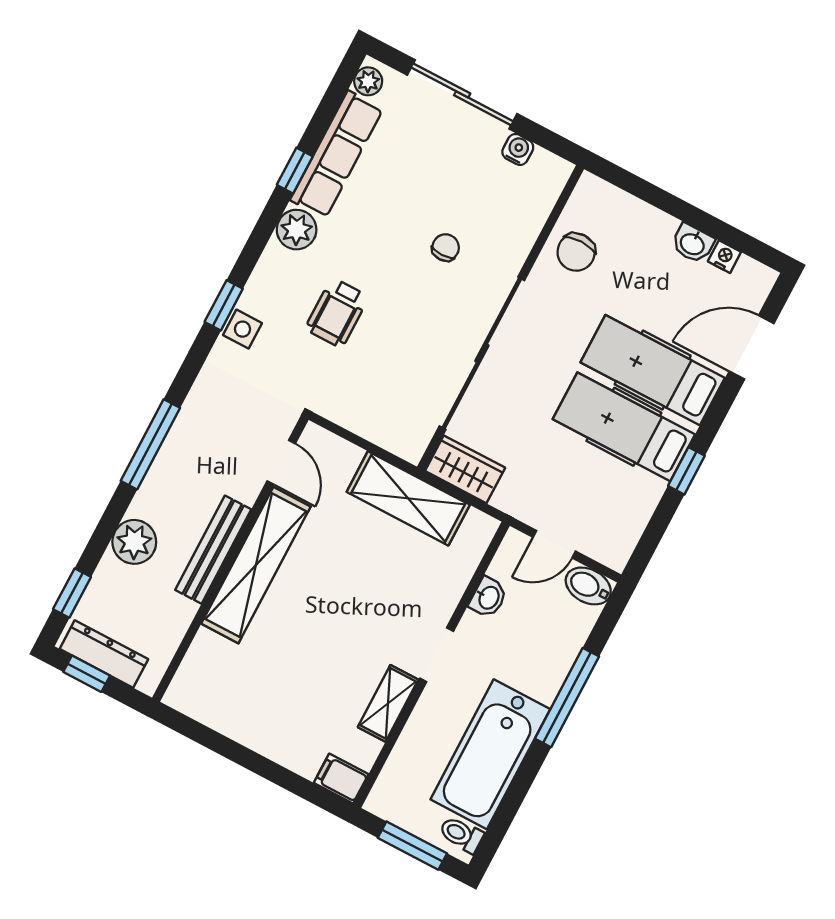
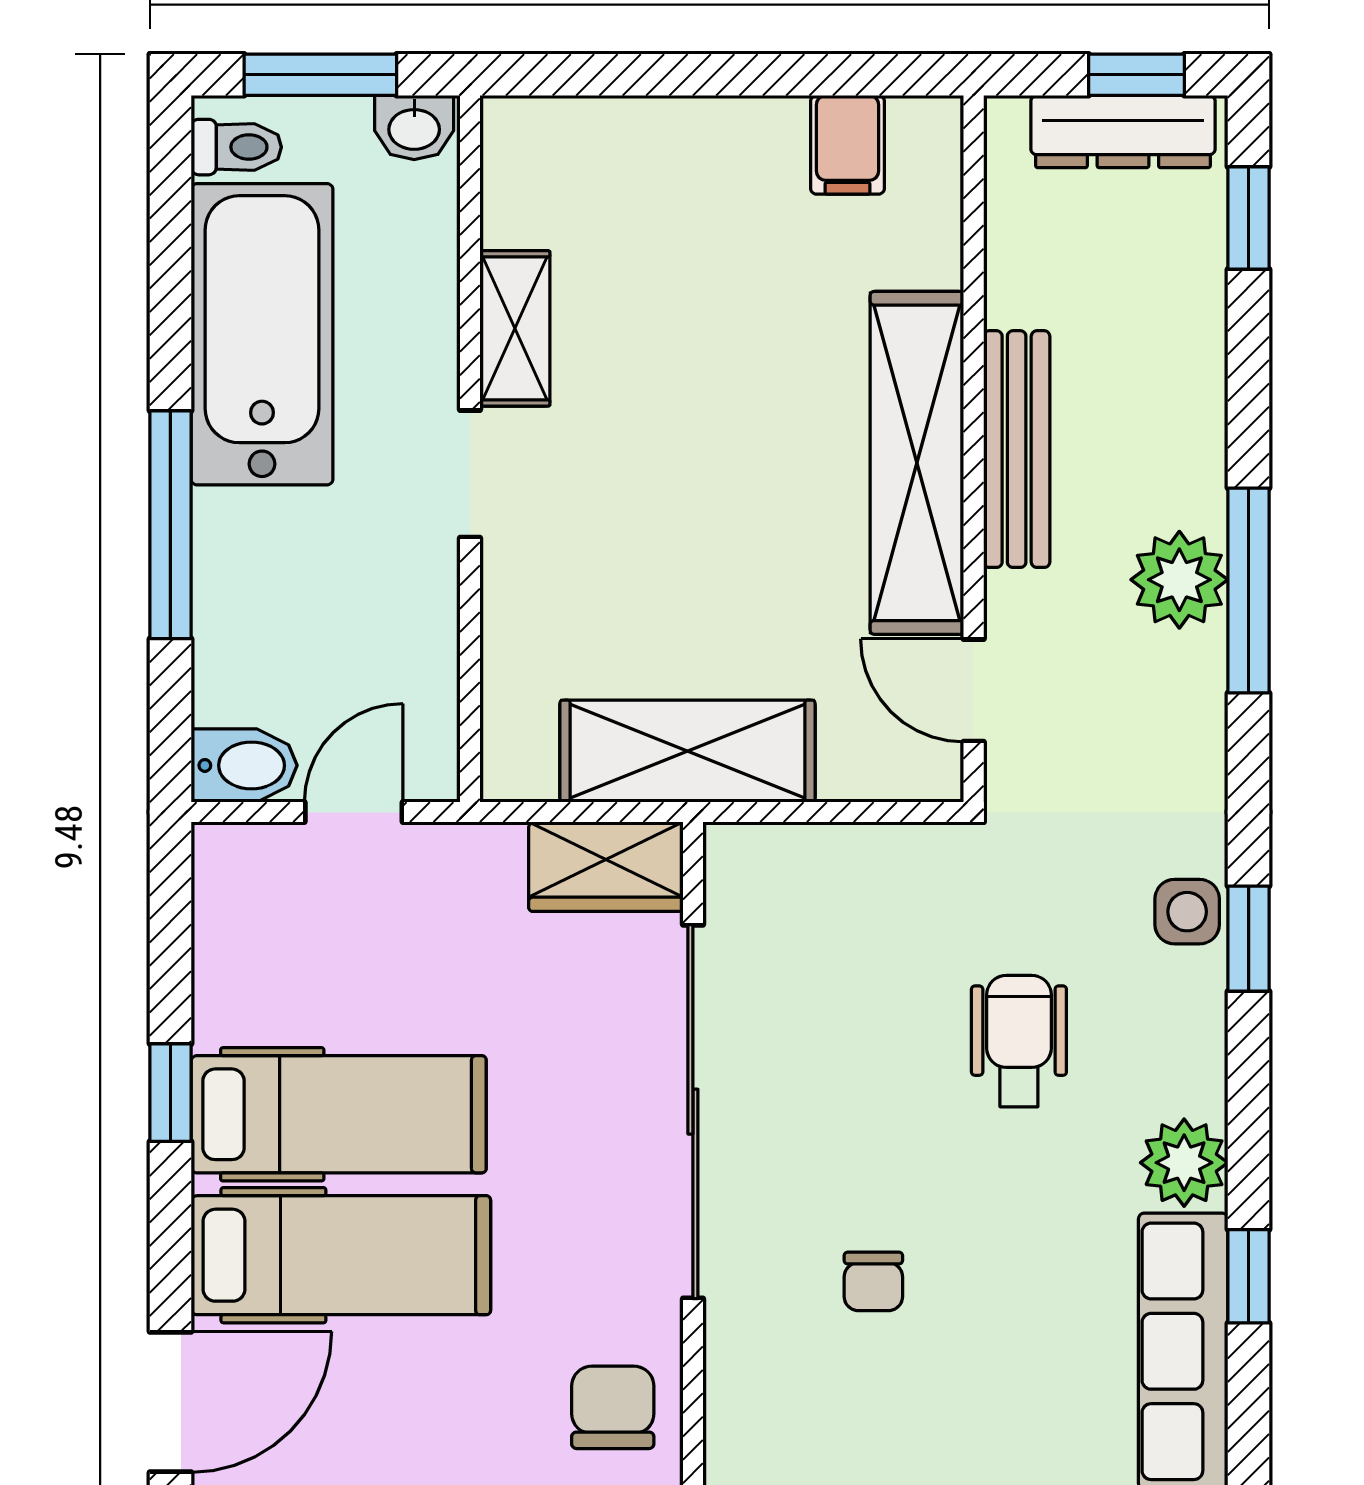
plant: (134, 542) -> (1179, 580), moved
washbasin: (488, 597) -> (414, 128), moved, turned -90
filing cabinet: (341, 779) -> (848, 145), moved, turned 90

